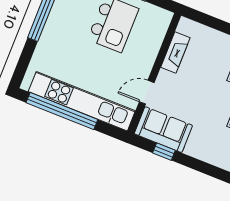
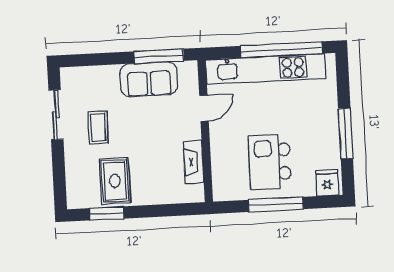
sofa: (163, 130) -> (149, 79), moved
window: (164, 152) -> (159, 56), width x2.17

